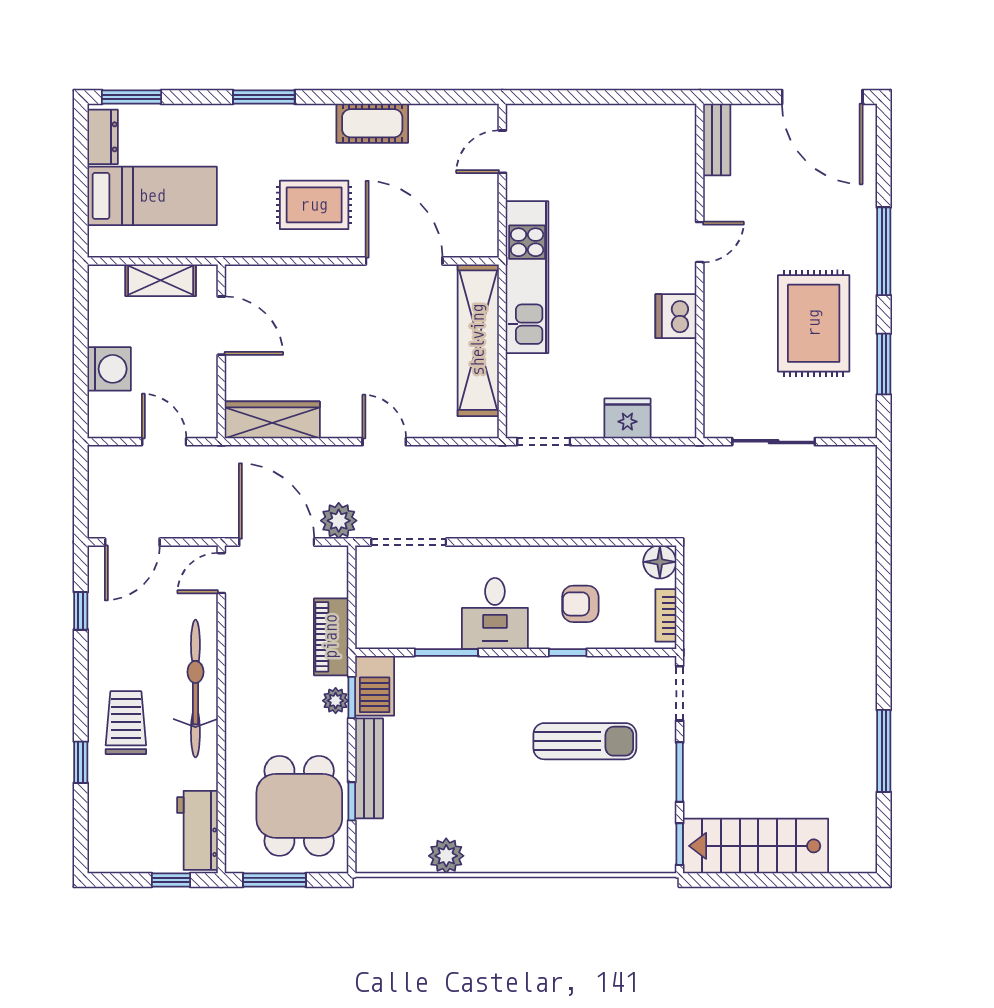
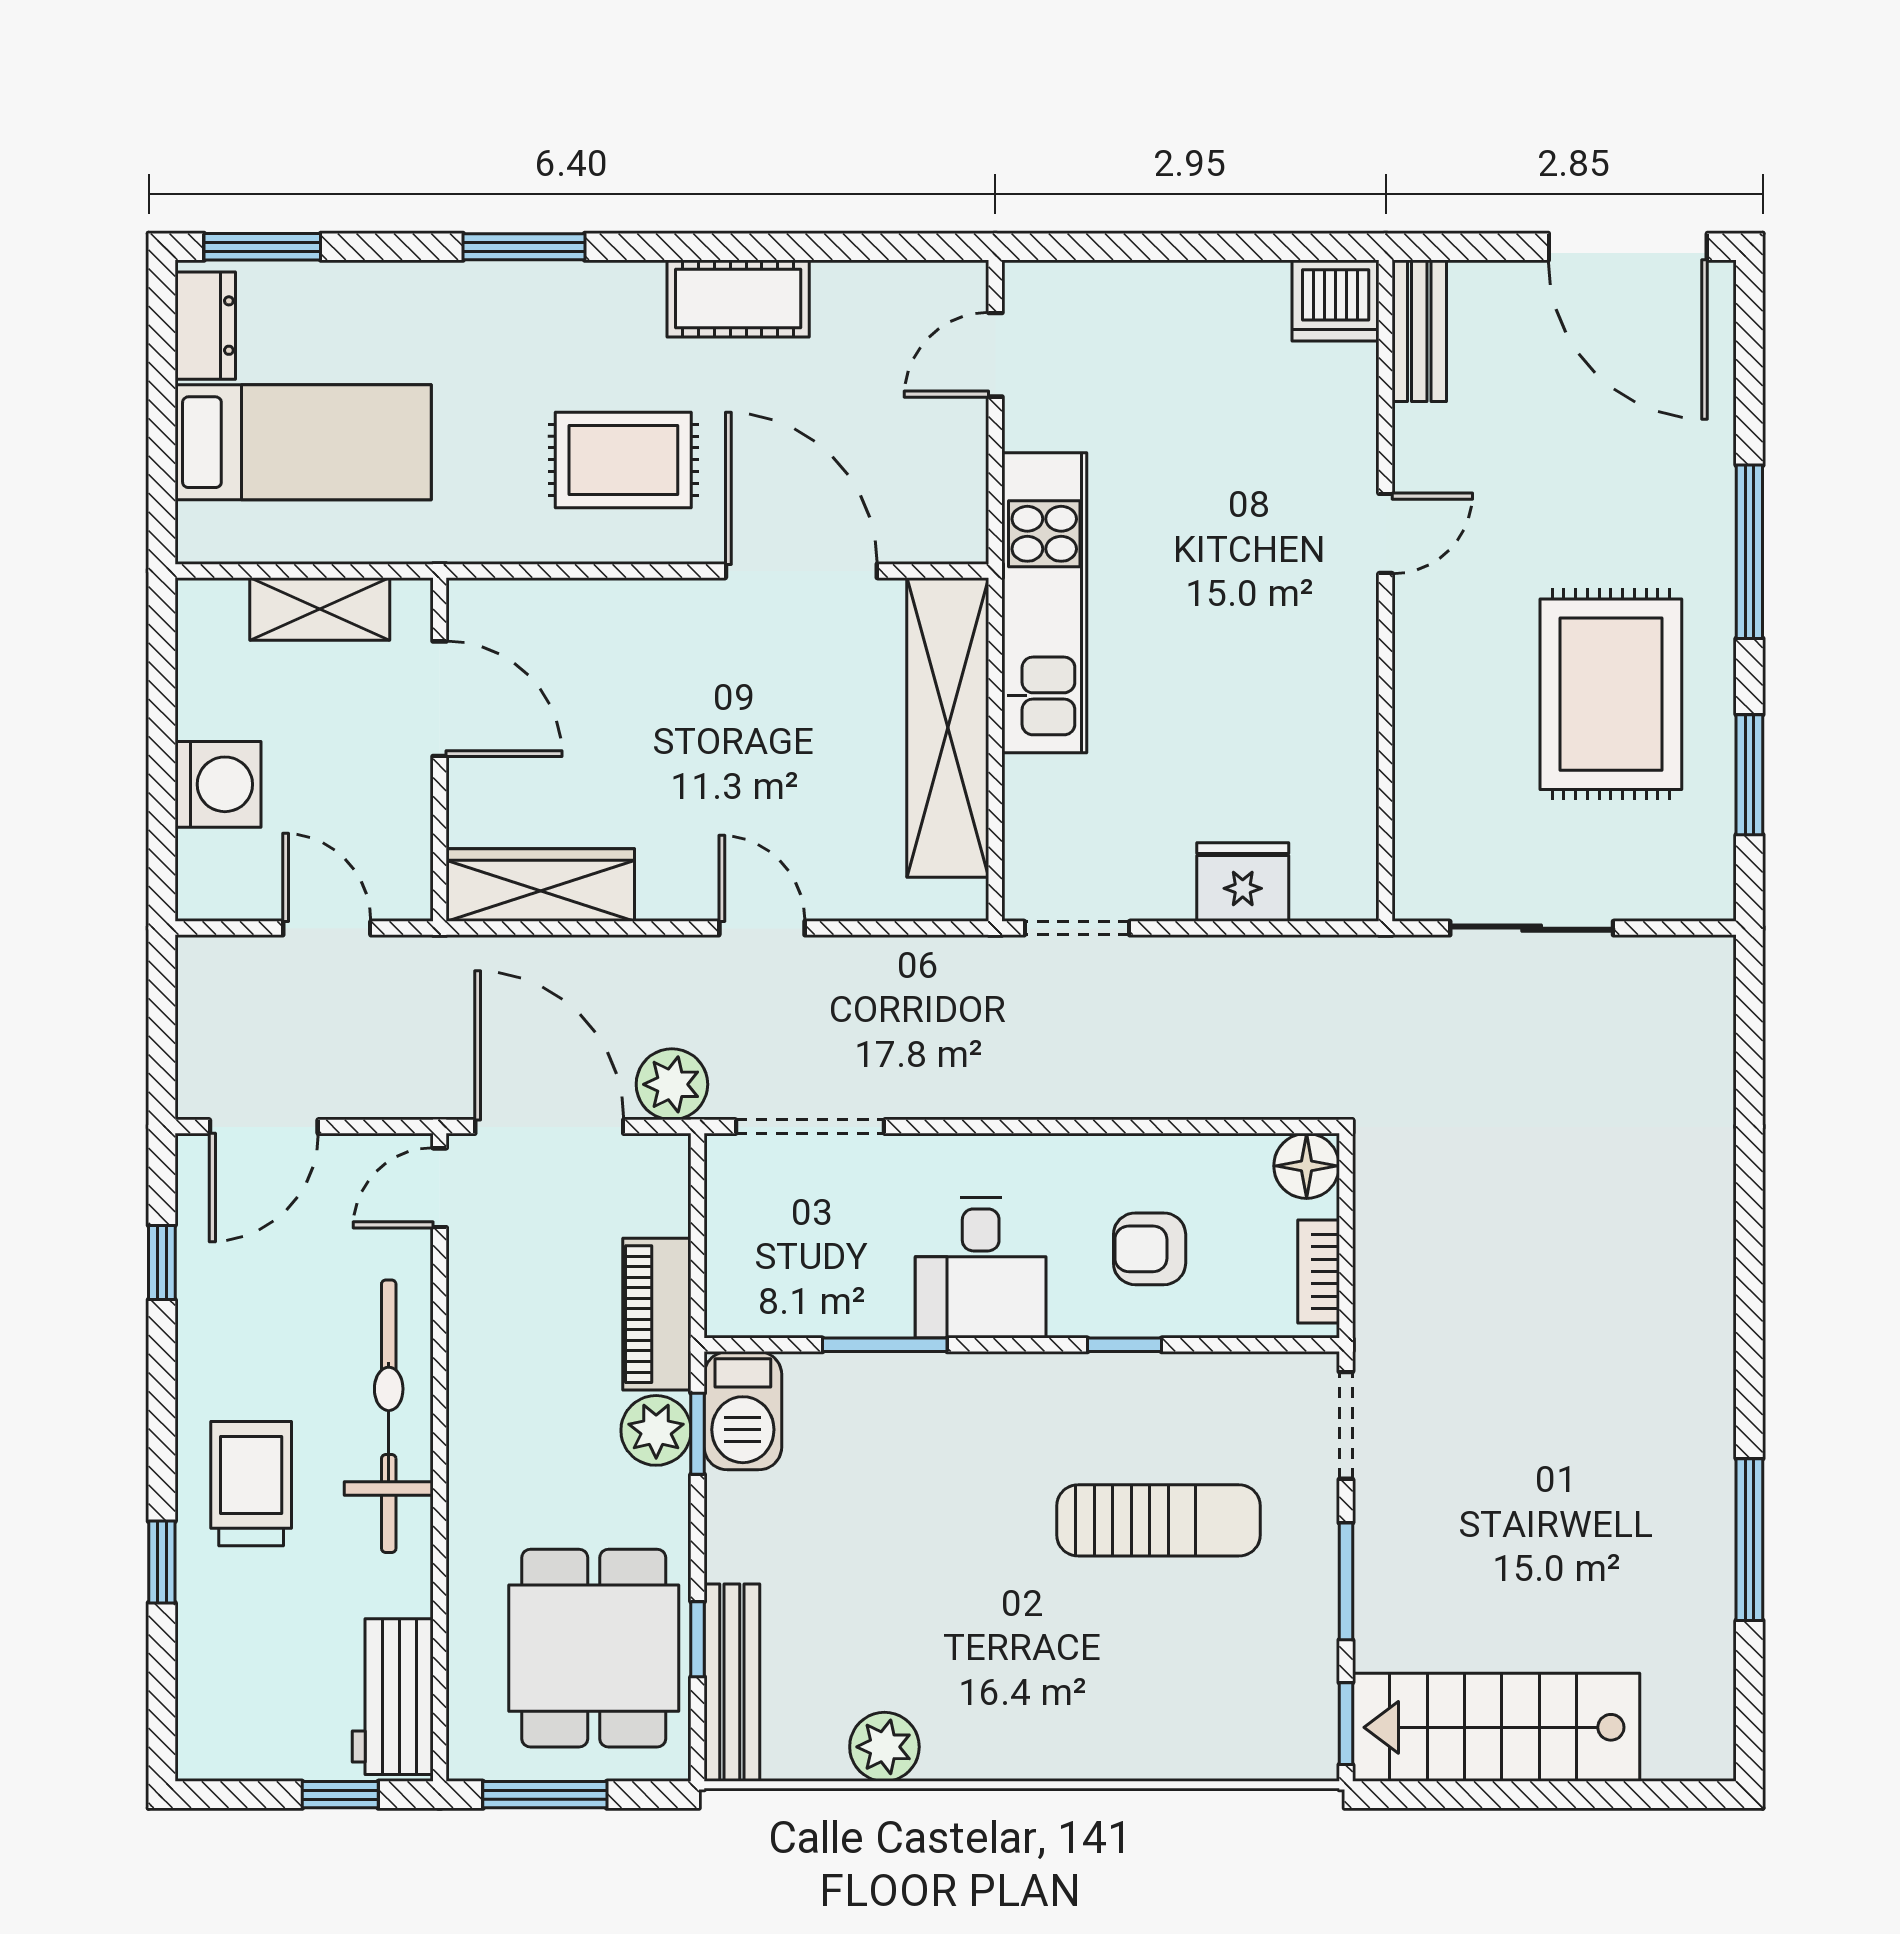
dishwasher: (676, 316) -> (1336, 301), moved, turned -90
plant: (336, 701) -> (656, 1430), width x1.38, depth x1.38
bench: (369, 768) -> (732, 1683), moved

